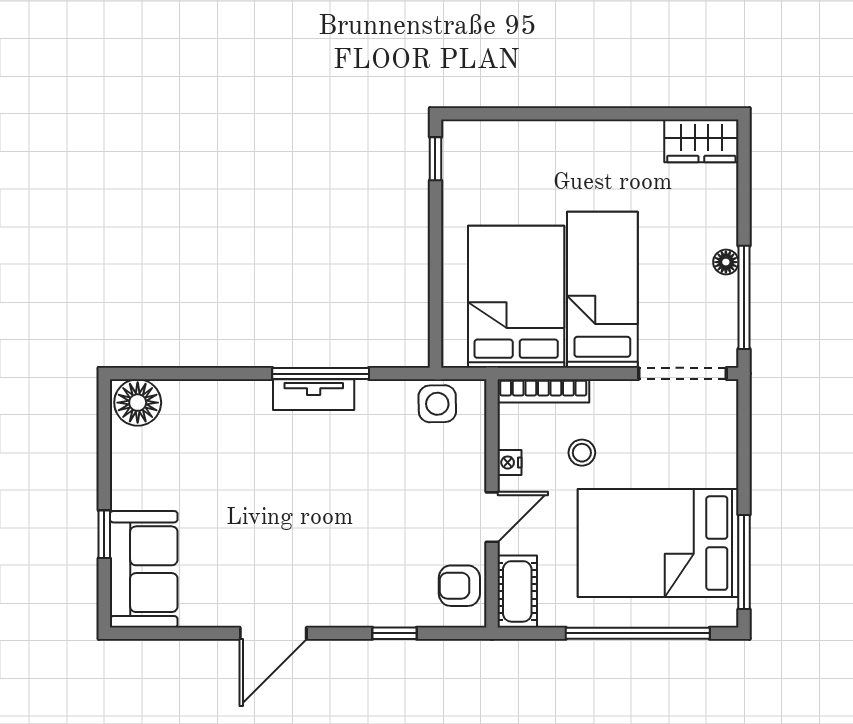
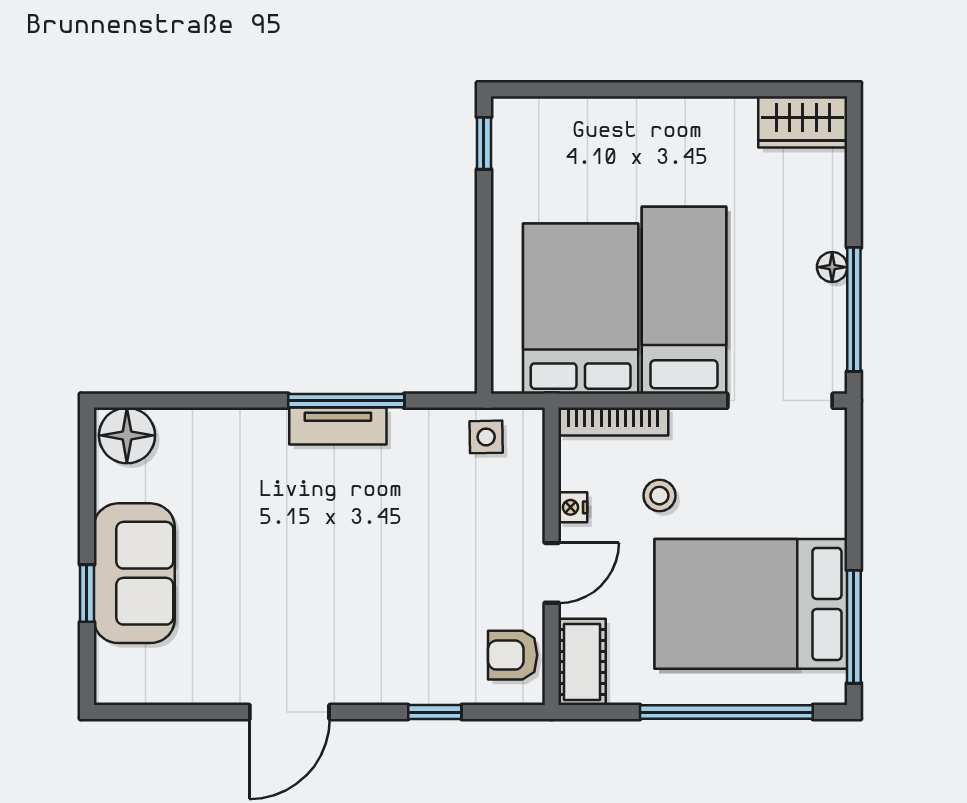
side table: (437, 404) -> (486, 437), width x0.73, depth x0.73
sofa: (144, 569) -> (134, 573), moved

